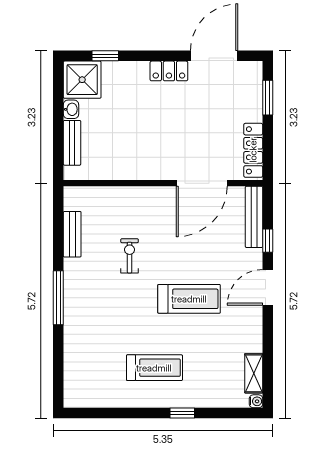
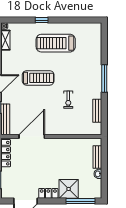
window: (105, 56) -> (81, 201), width x2.17
shower: (82, 80) -> (69, 189), moved
treadmill: (189, 299) -> (38, 78), turned 180
treadmill: (154, 368) -> (56, 43), width x1.37, depth x1.38

